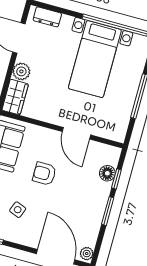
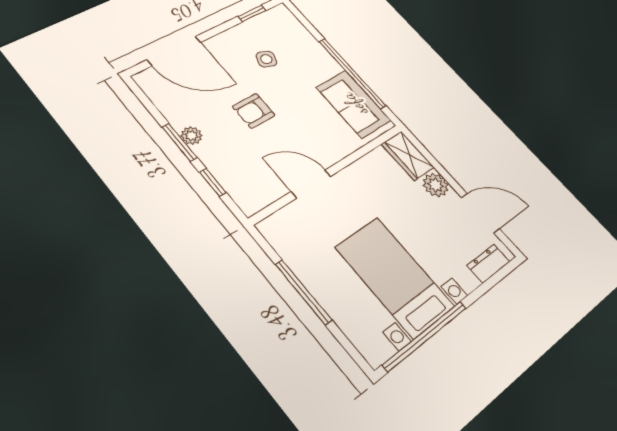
floor lamp: (107, 173) -> (229, 178), removed
armchair: (44, 174) -> (254, 111), moved, turned 180
plant: (87, 254) -> (192, 136), moved

